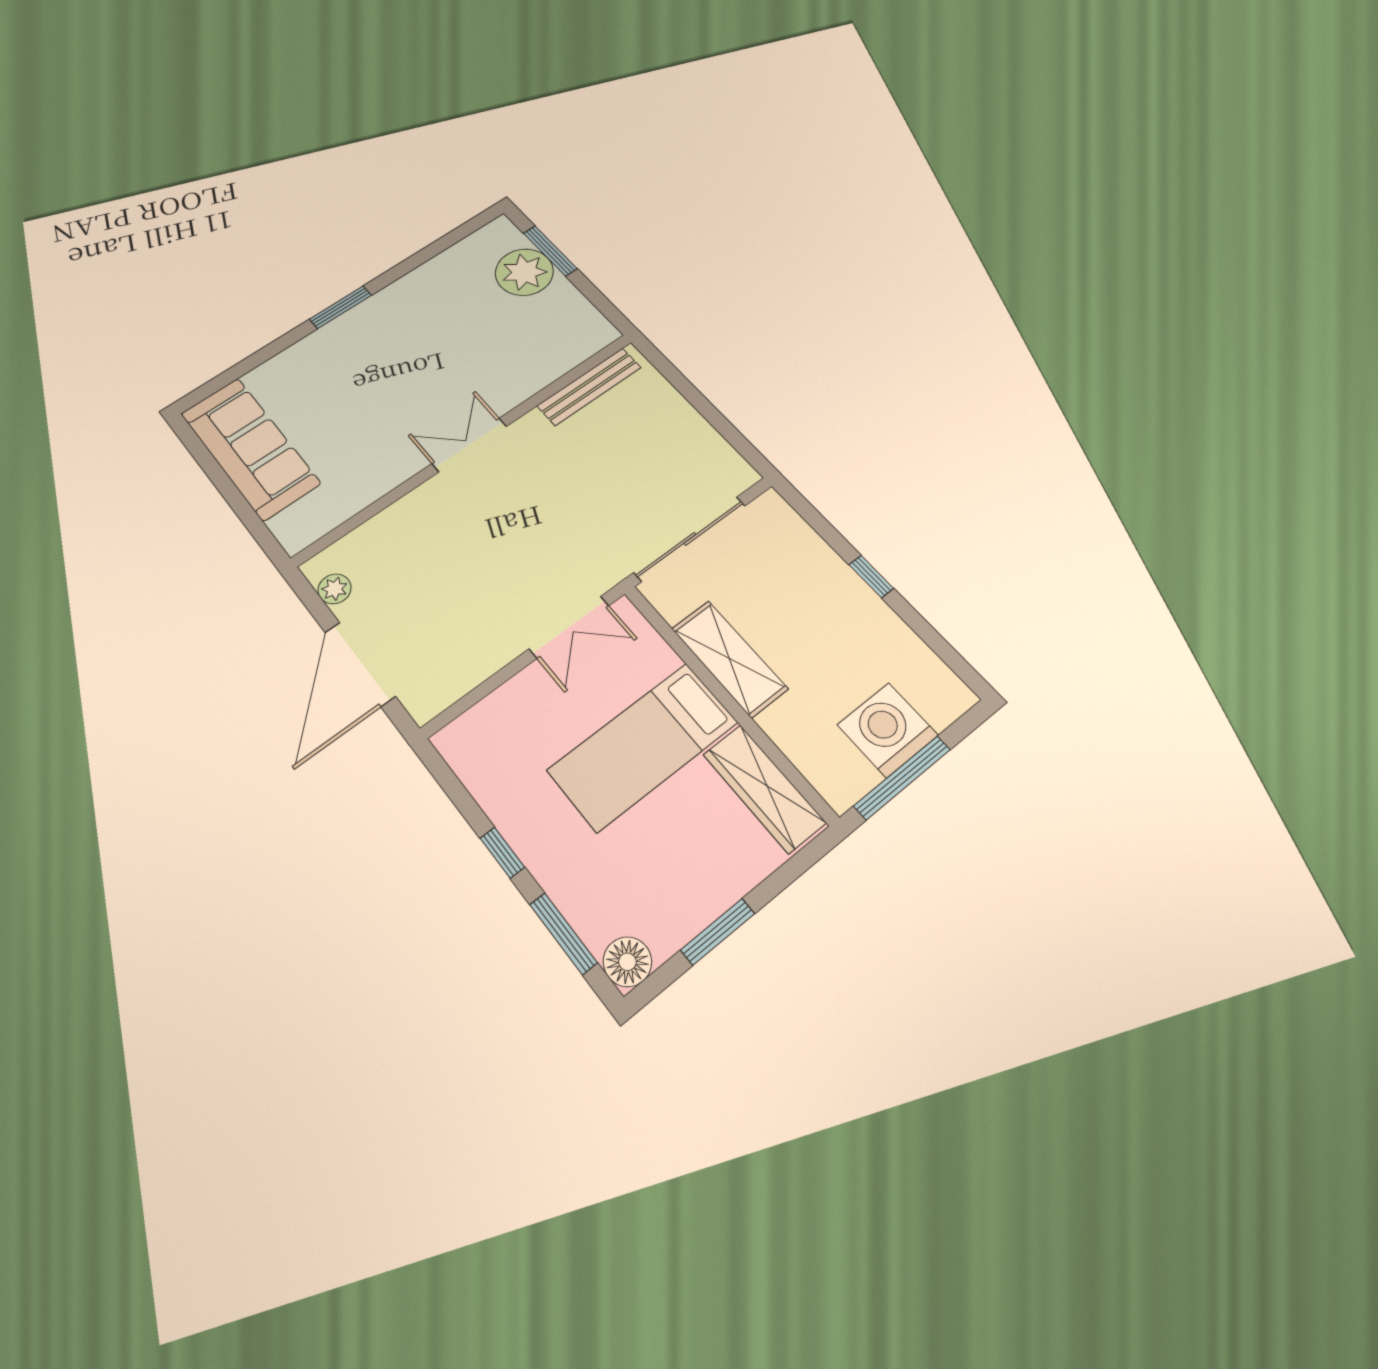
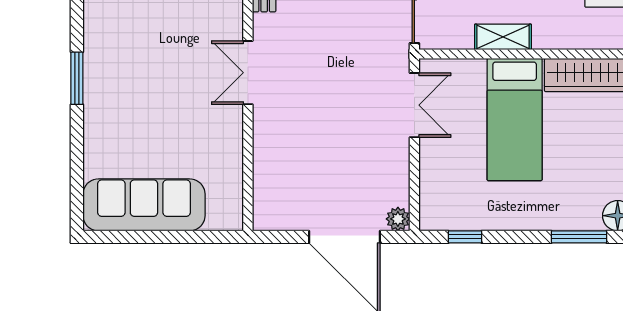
plant: (335, 589) -> (398, 219), moved
shelving: (729, 658) -> (503, 37), width x0.67, depth x0.75
window: (502, 853) -> (465, 237), moved

